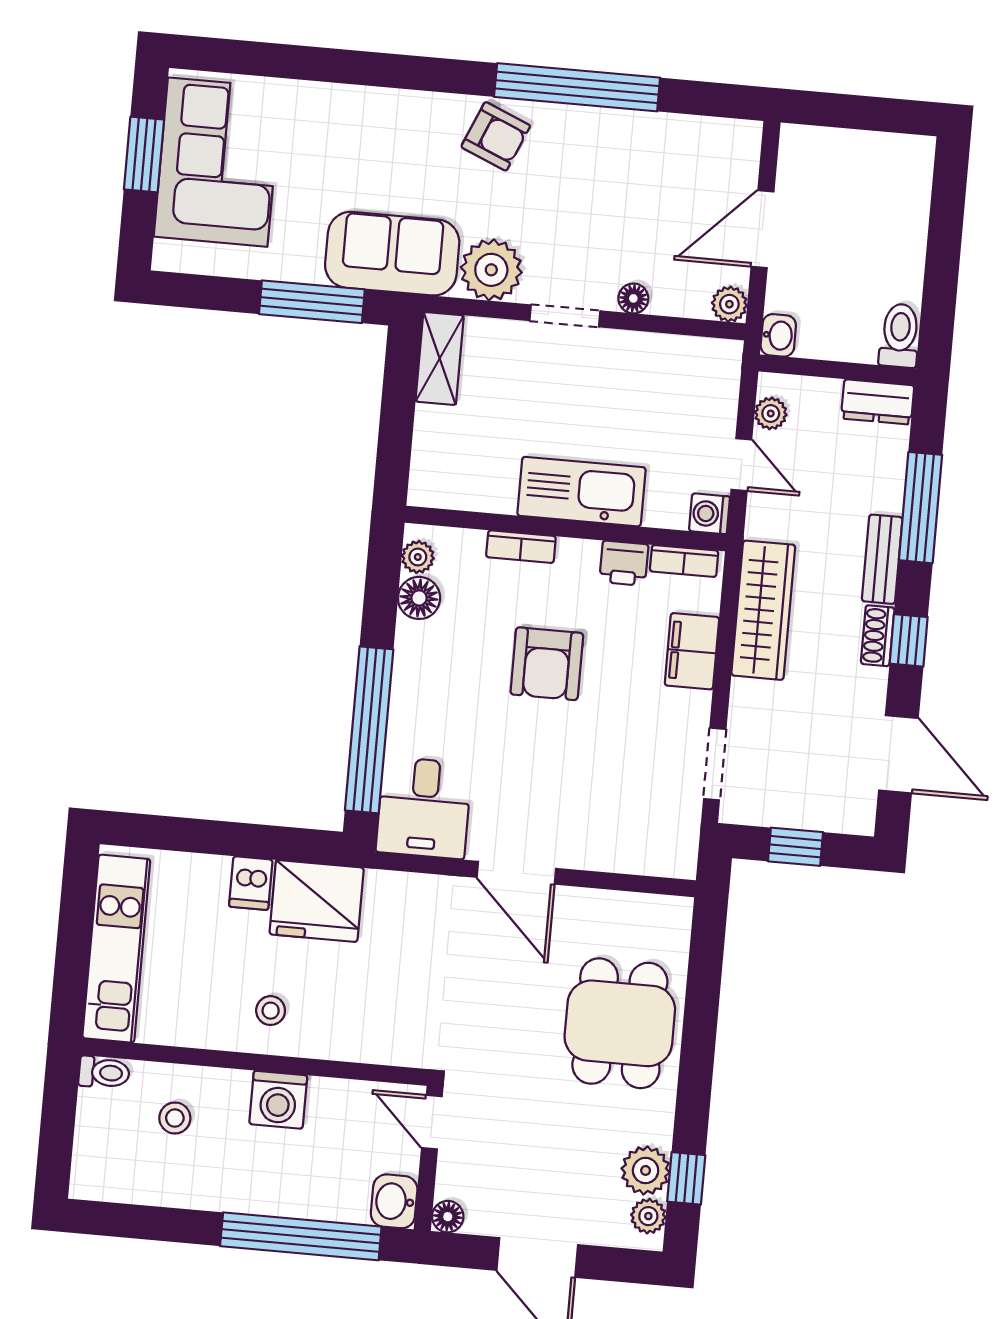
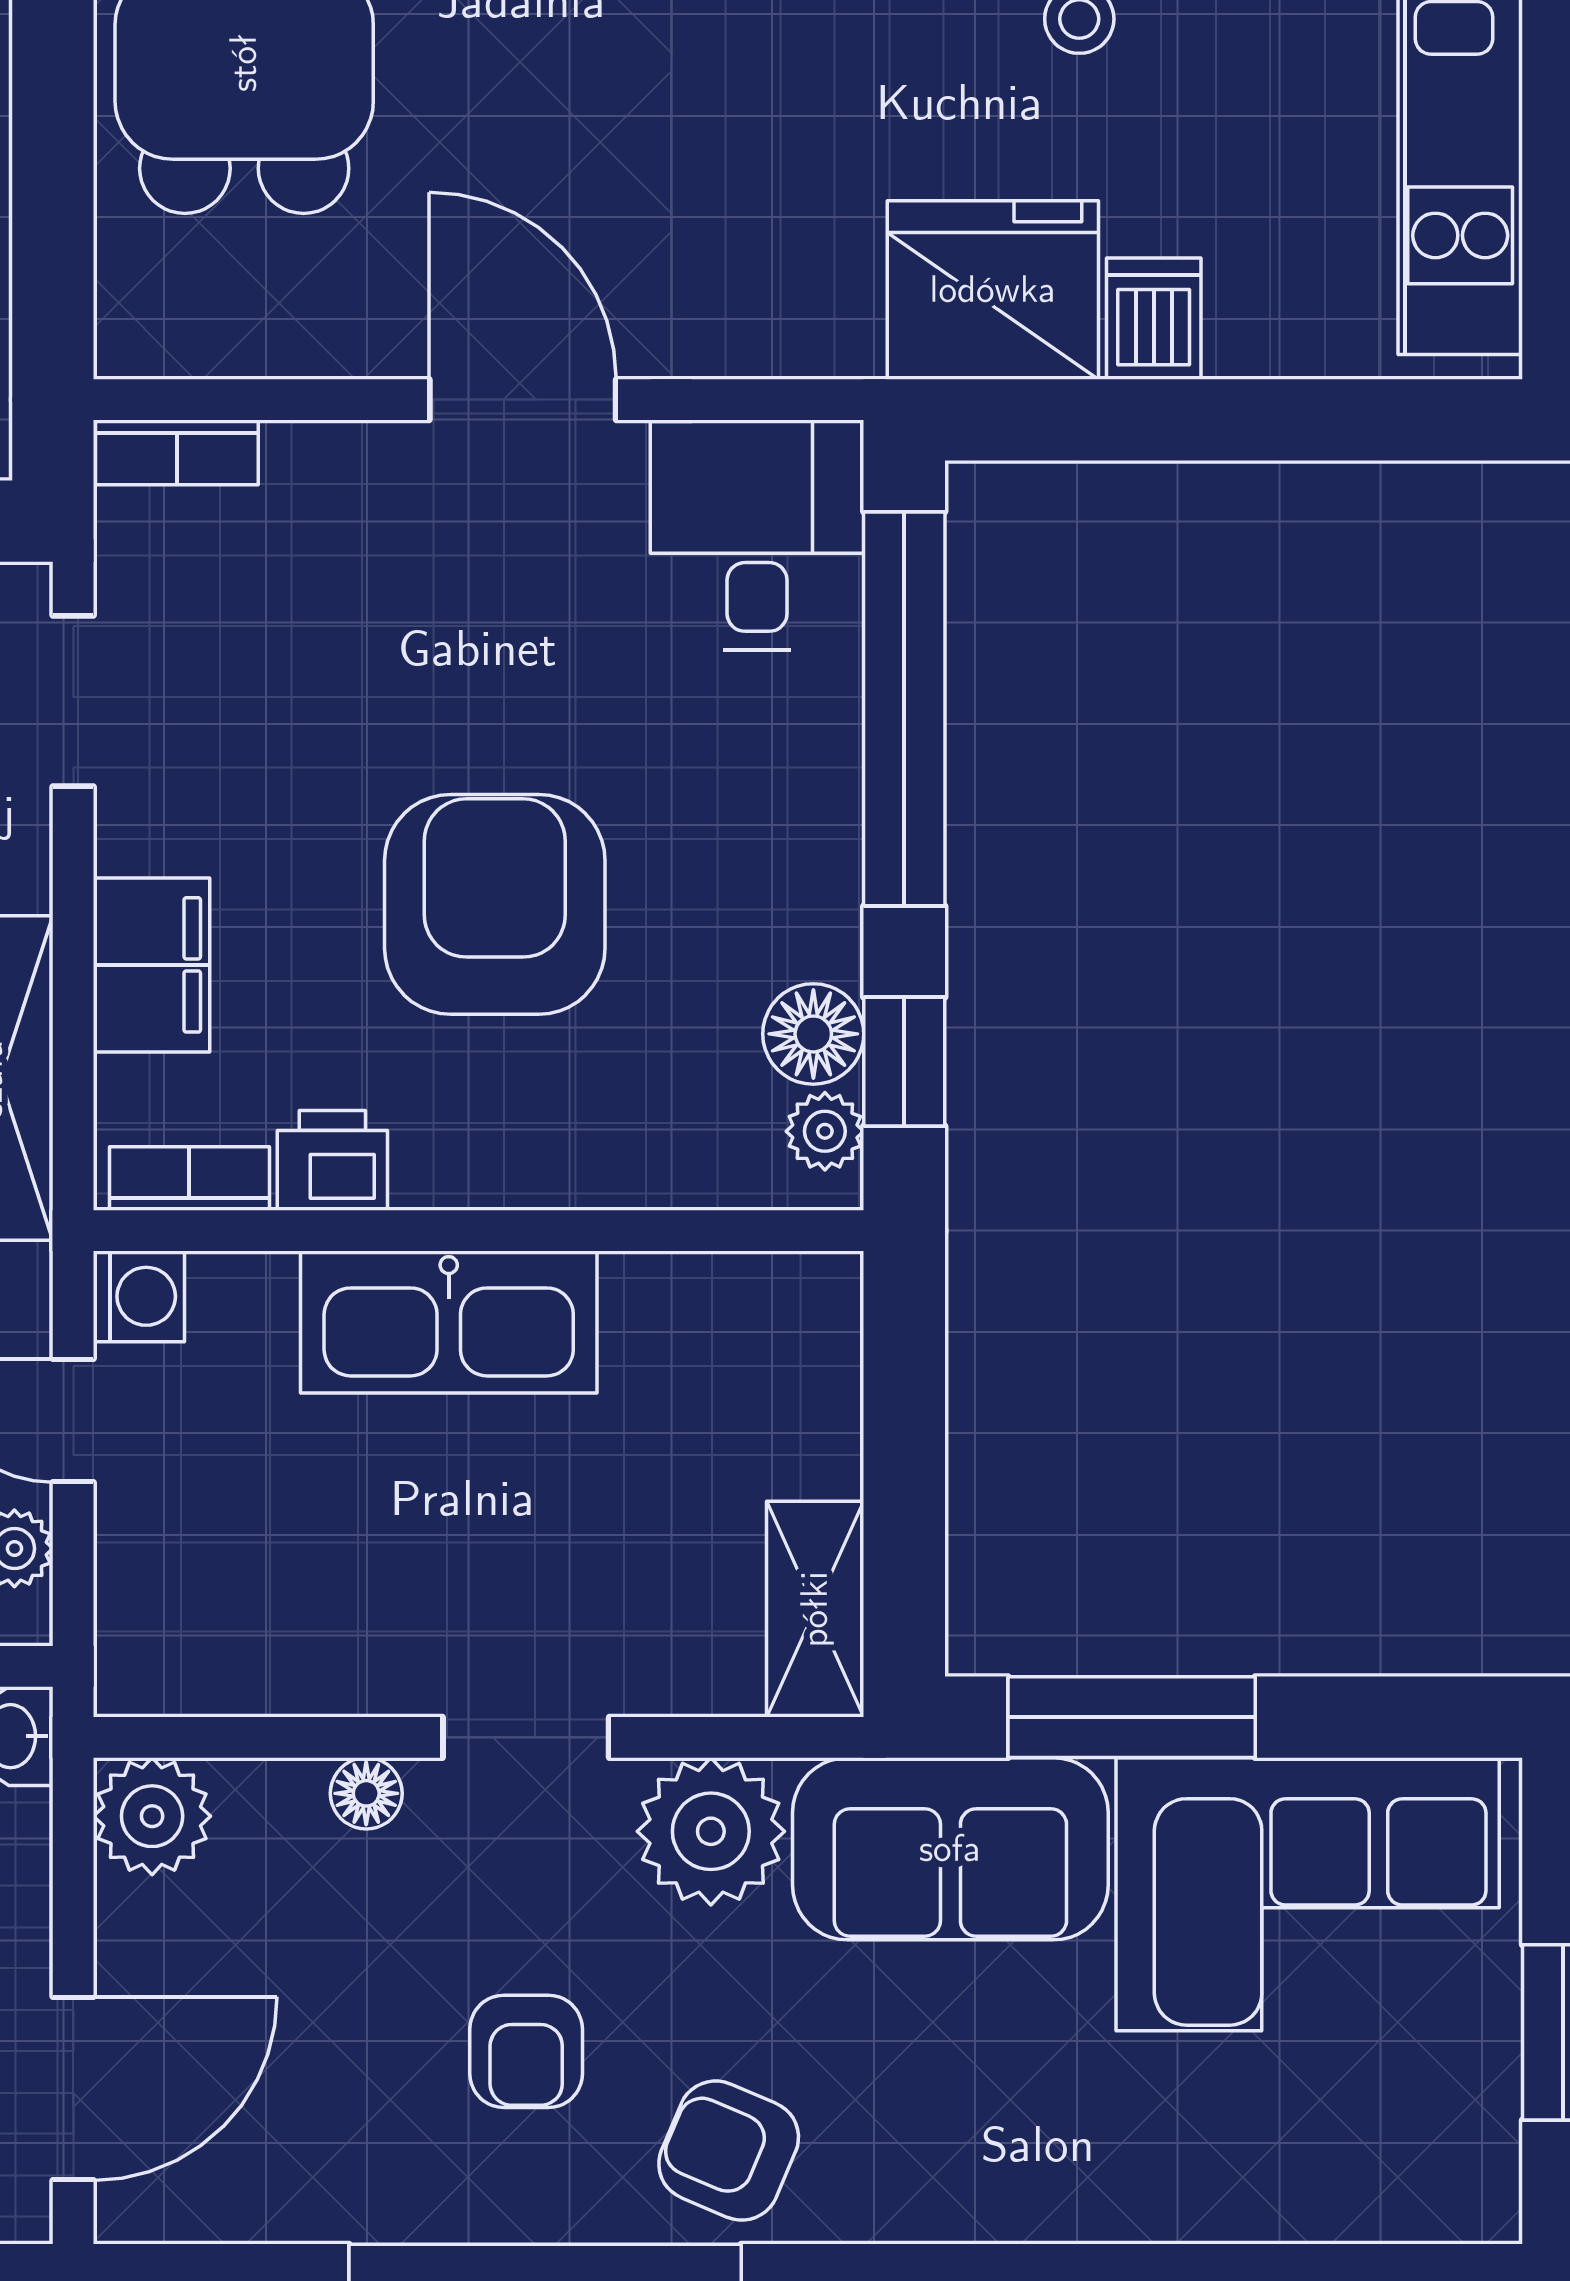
corner sofa: (218, 162) -> (1308, 1894), moved, turned -90
armchair: (576, 185) -> (526, 2051), added
door: (762, 229) -> (73, 2088), moved
plant: (729, 304) -> (152, 1816), width x1.38, depth x1.38
bookcase: (521, 547) -> (177, 452), moved, turned 180
window: (382, 583) -> (904, 1062), added
armchair: (547, 664) -> (495, 904), width x1.36, depth x1.36

